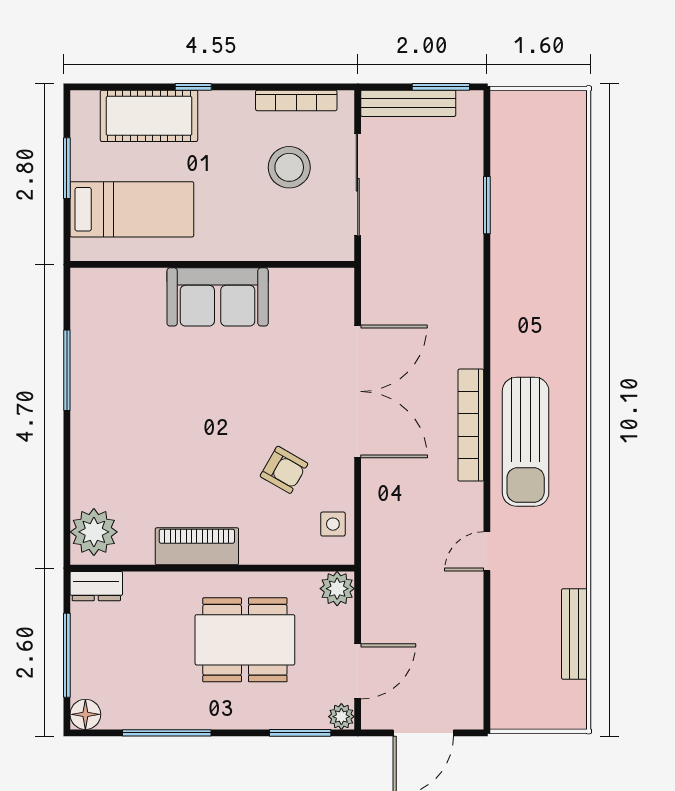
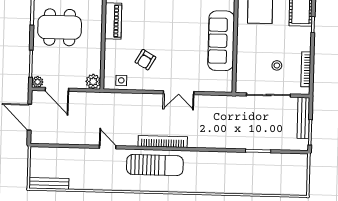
stool: (289, 167) -> (277, 65), width x0.53, depth x0.53
sofa: (218, 297) -> (221, 41), width x1.36
double door: (358, 391) -> (179, 93), width x0.54
sun lounger: (526, 442) -> (155, 165), turned 180
bench: (574, 634) -> (49, 183), moved
dining table: (245, 640) -> (60, 27), moved, turned 90

